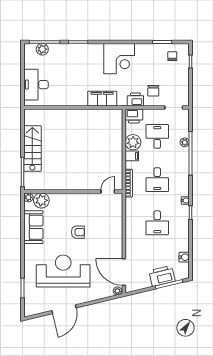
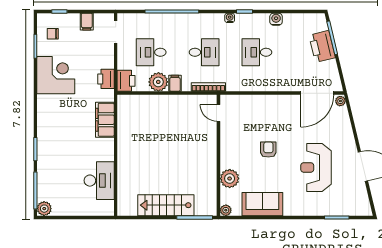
plant: (42, 49) -> (44, 209), moved
corner desk: (119, 59) -> (56, 75), moved
filing cabinet: (182, 84) -> (87, 22), added
desk: (36, 85) -> (99, 181), moved, turned -90
chair: (153, 91) -> (95, 57), removed
plant: (185, 142) -> (158, 19), removed
plant: (41, 200) -> (230, 179), moved
desk: (157, 223) -> (257, 52), turned 180
water cooler: (184, 257) -> (276, 19), moved
reception desk: (63, 271) -> (316, 167), width x0.74, depth x0.77

